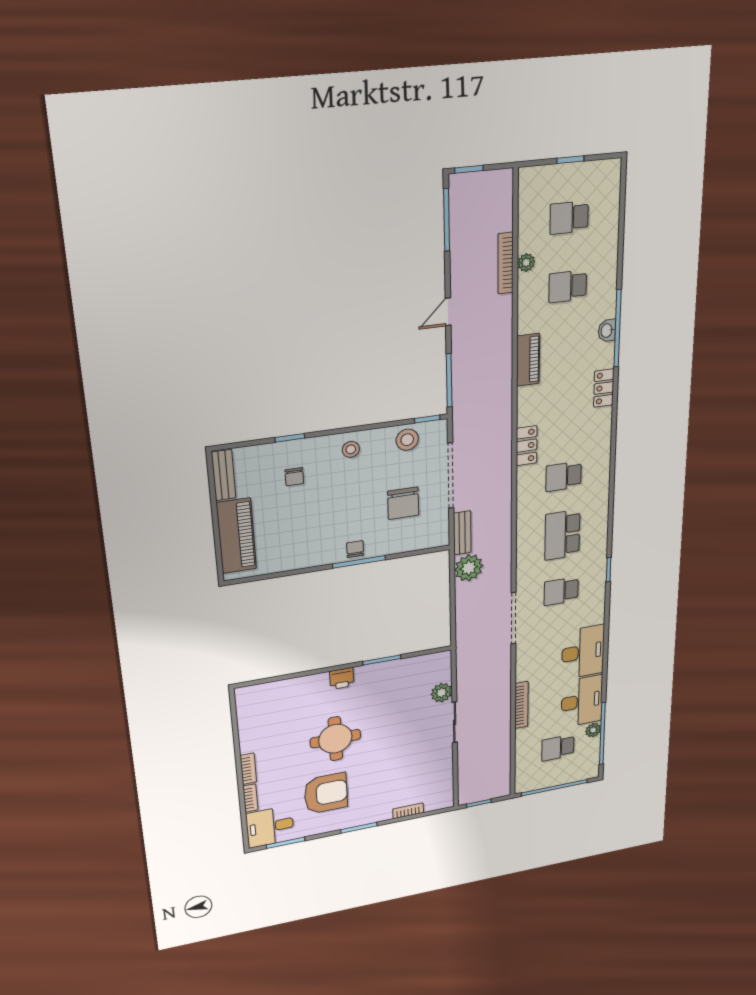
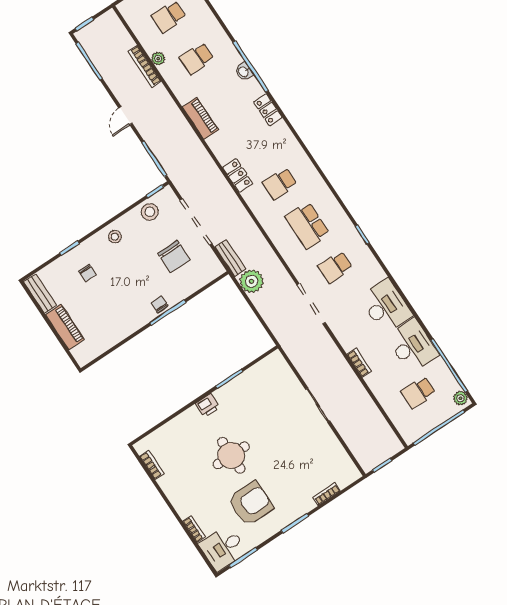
piano: (236, 536) -> (65, 327), width x0.73, depth x0.75
plant: (441, 693) -> (292, 385), removed
bookcase: (521, 705) -> (359, 363), width x0.64
plant: (593, 730) -> (460, 398), moved
bookcase: (248, 769) -> (152, 465), moved

